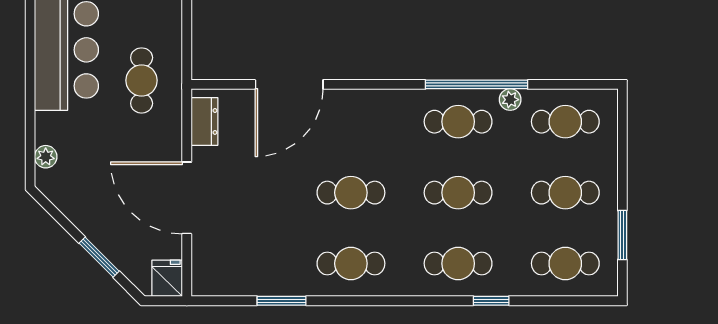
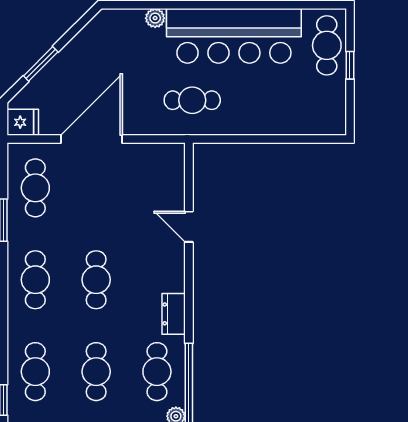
door: (289, 84) -> (189, 227), width x0.53
dresser: (204, 121) -> (174, 314), moved, turned 90
plant: (46, 157) -> (155, 18), moved
cafe table: (244, 263) -> (35, 188), added

